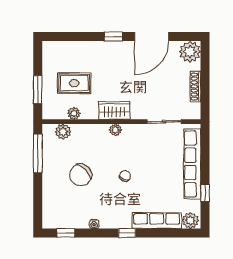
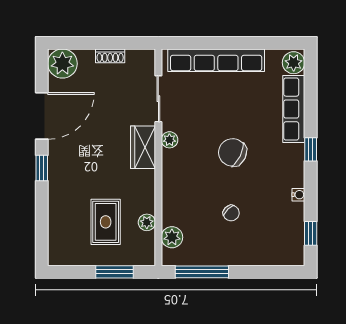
door: (152, 37) -> (42, 116), hinge flipped
shoe rack: (195, 87) -> (110, 56), width x0.70
wardrobe: (114, 110) -> (143, 147), moved
plant: (115, 130) -> (169, 140), moved
chair: (81, 175) -> (231, 213), width x0.54, depth x0.54
chair: (125, 176) -> (233, 152), width x1.87, depth x1.87
window: (205, 193) -> (256, 43), removed

